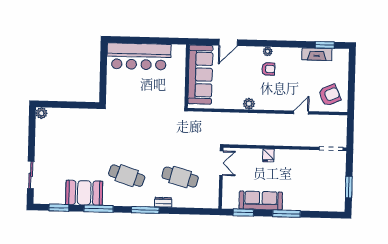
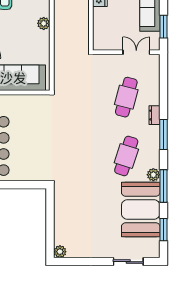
double door: (221, 163) -> (136, 52), moved
booth: (84, 193) -> (141, 210), width x1.36, depth x1.42
plant: (109, 200) -> (153, 175), added

